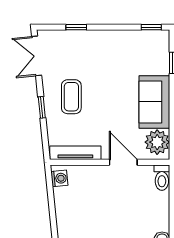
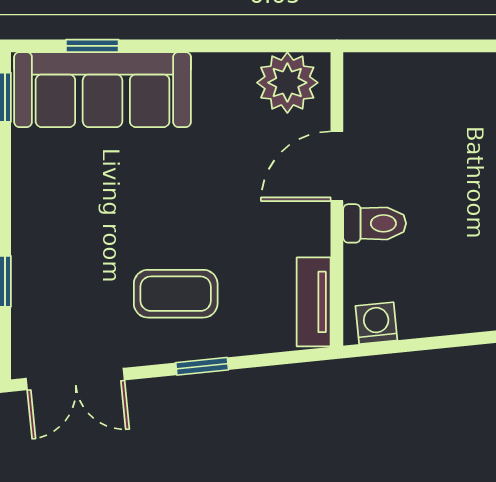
sofa: (154, 102) -> (103, 90), moved, width x1.36
tv unit: (75, 153) -> (314, 302), width x0.71
toilet: (162, 178) -> (375, 223), moved

